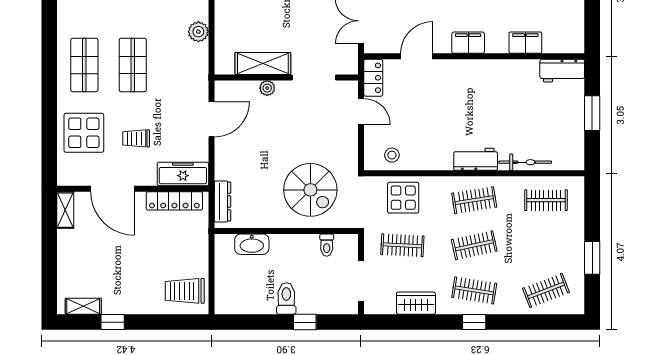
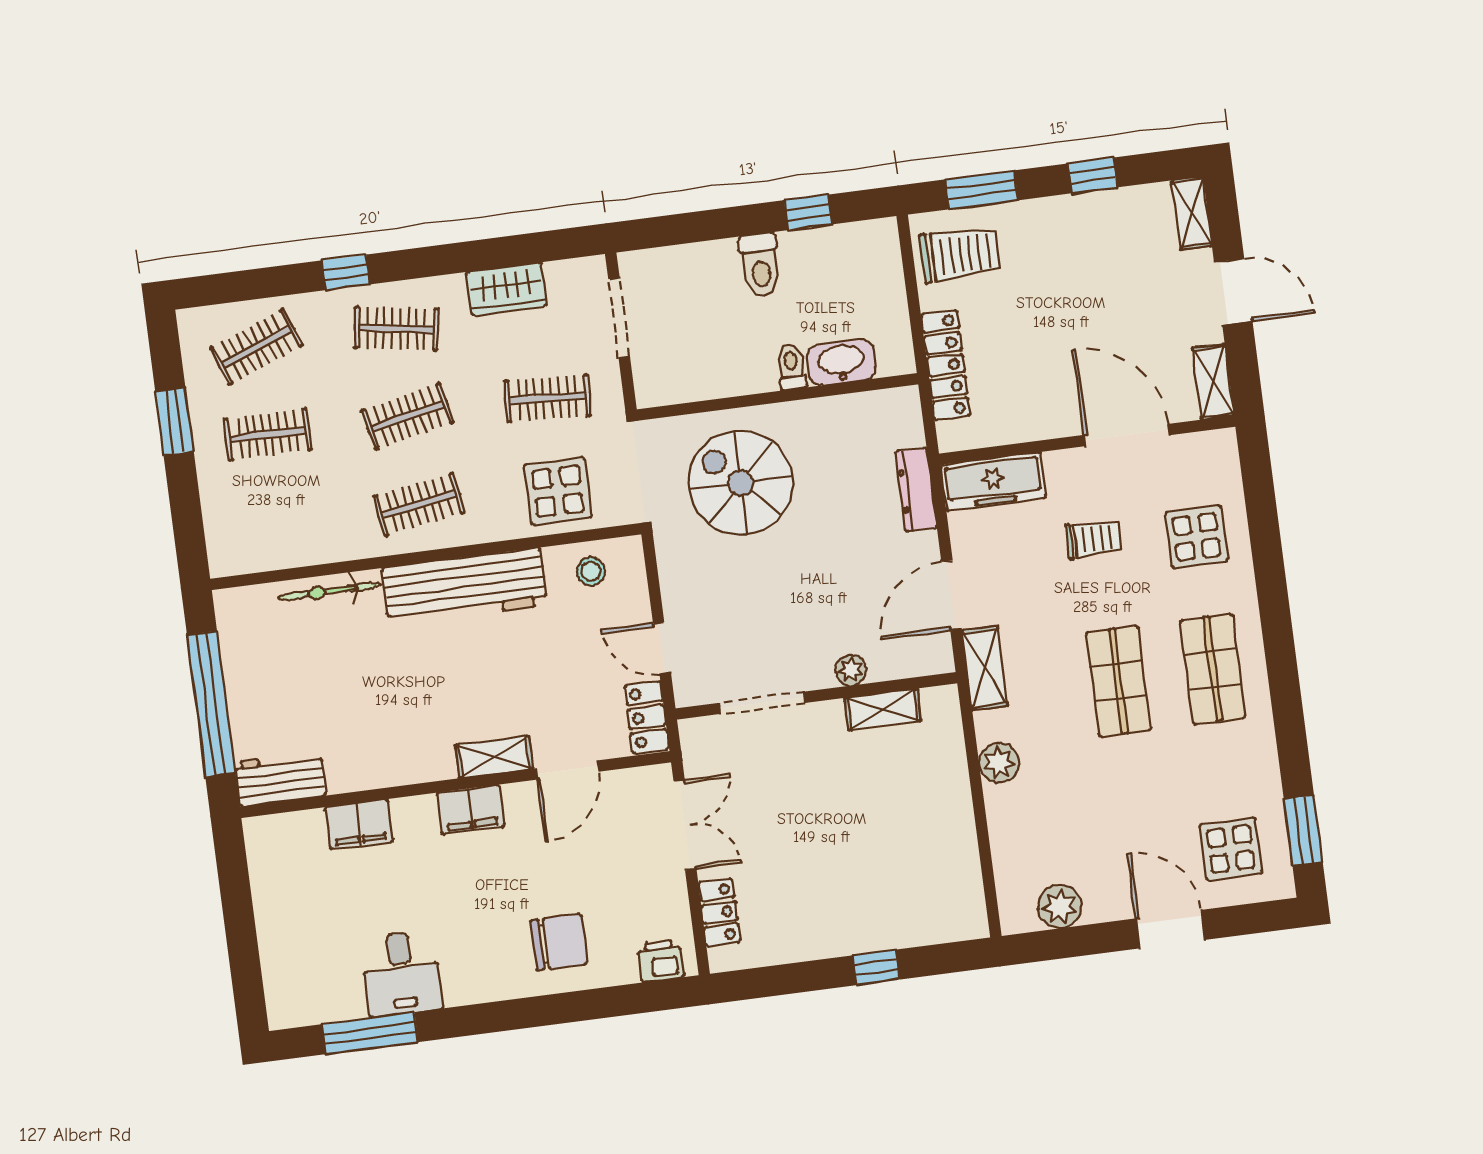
shelving: (263, 63) -> (883, 709), width x0.67, depth x0.75
shelving: (453, 68) -> (494, 757), added
shelving: (199, 80) -> (985, 668), added
window: (592, 113) -> (211, 704), width x2.11
display table: (84, 133) -> (1197, 537), width x0.73, depth x0.73
workbench: (476, 159) -> (465, 587), width x1.88, depth x1.32
clothes rail: (546, 200) -> (268, 435), moved
locker: (174, 201) -> (946, 365), moved, turned 90
dresser: (222, 202) -> (916, 490), moved
toilet: (327, 245) -> (791, 367), moved
door: (49, 254) -> (1233, 292), added
shelving: (83, 306) -> (1192, 213), moved, turned 90
window: (170, 322) -> (981, 190), added
window: (305, 322) -> (808, 212), moved
window: (474, 322) -> (346, 272), moved

